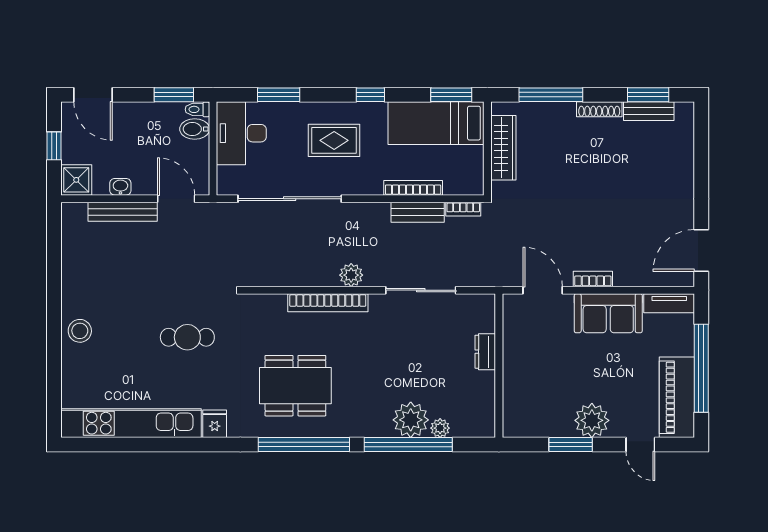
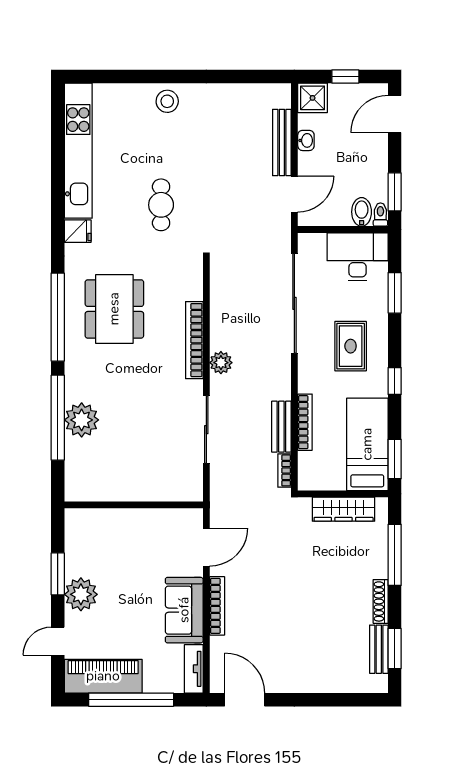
bookcase: (593, 279) -> (217, 606), width x1.56
dresser: (485, 352) -> (147, 492), removed
plant: (440, 428) -> (74, 448), removed

